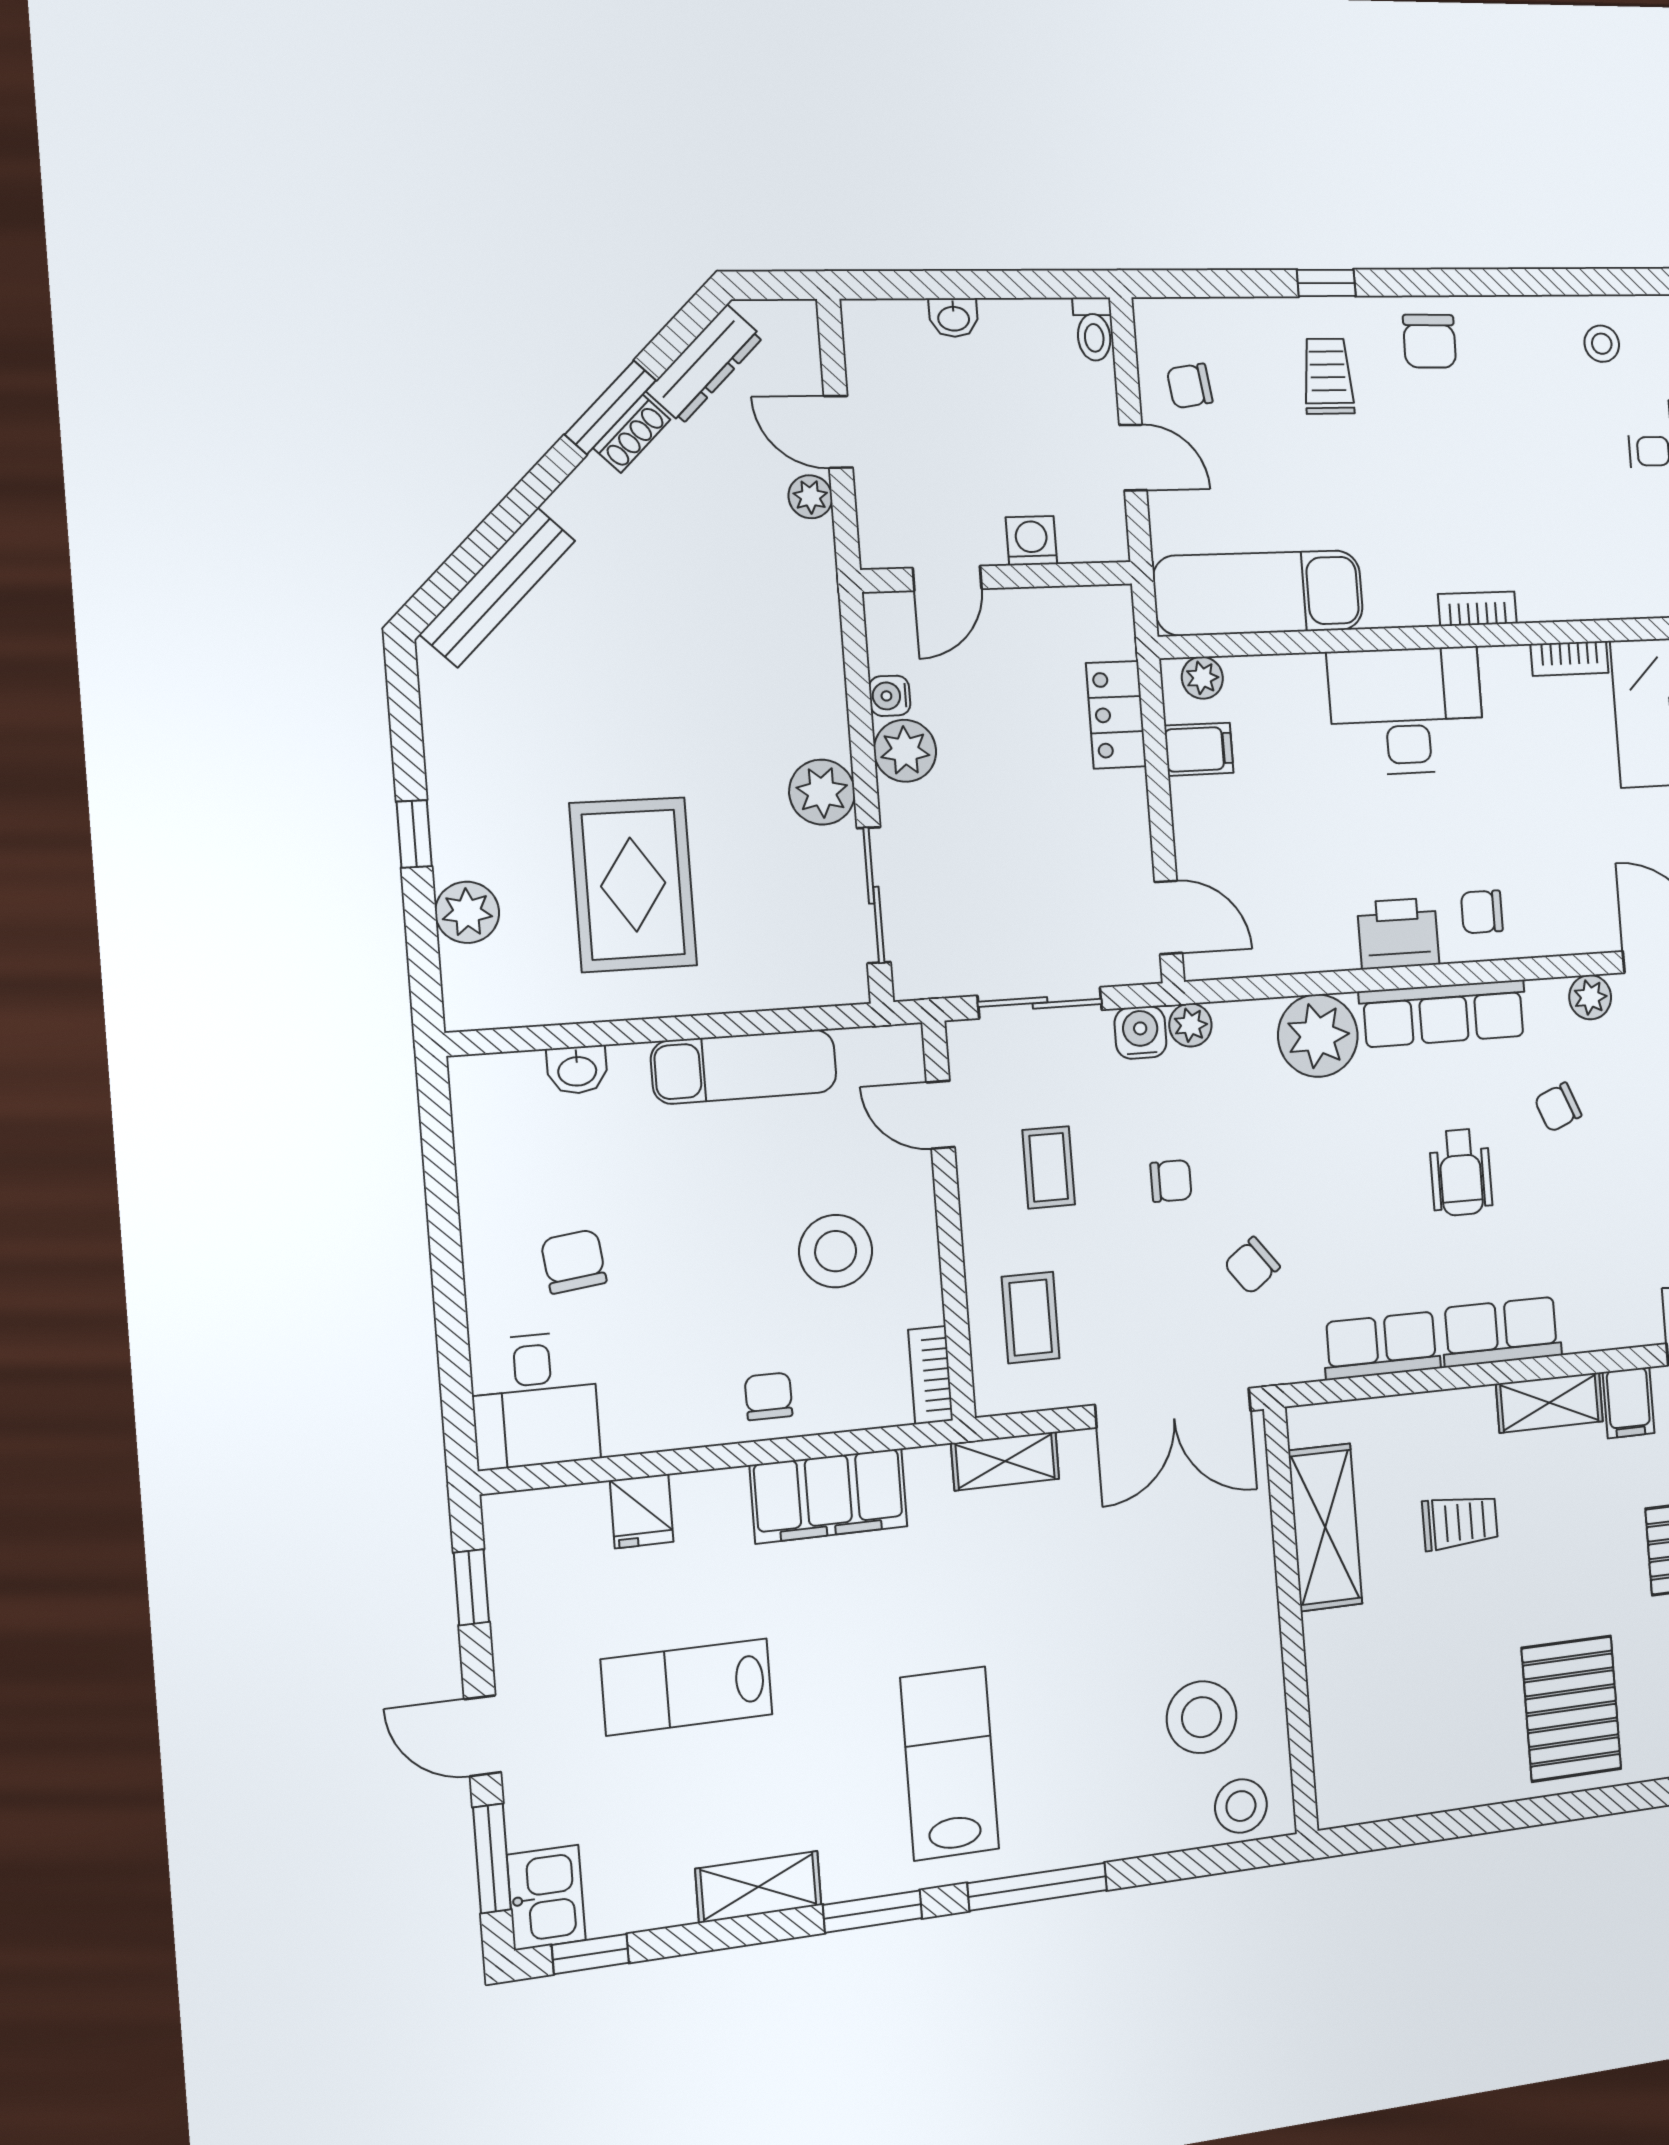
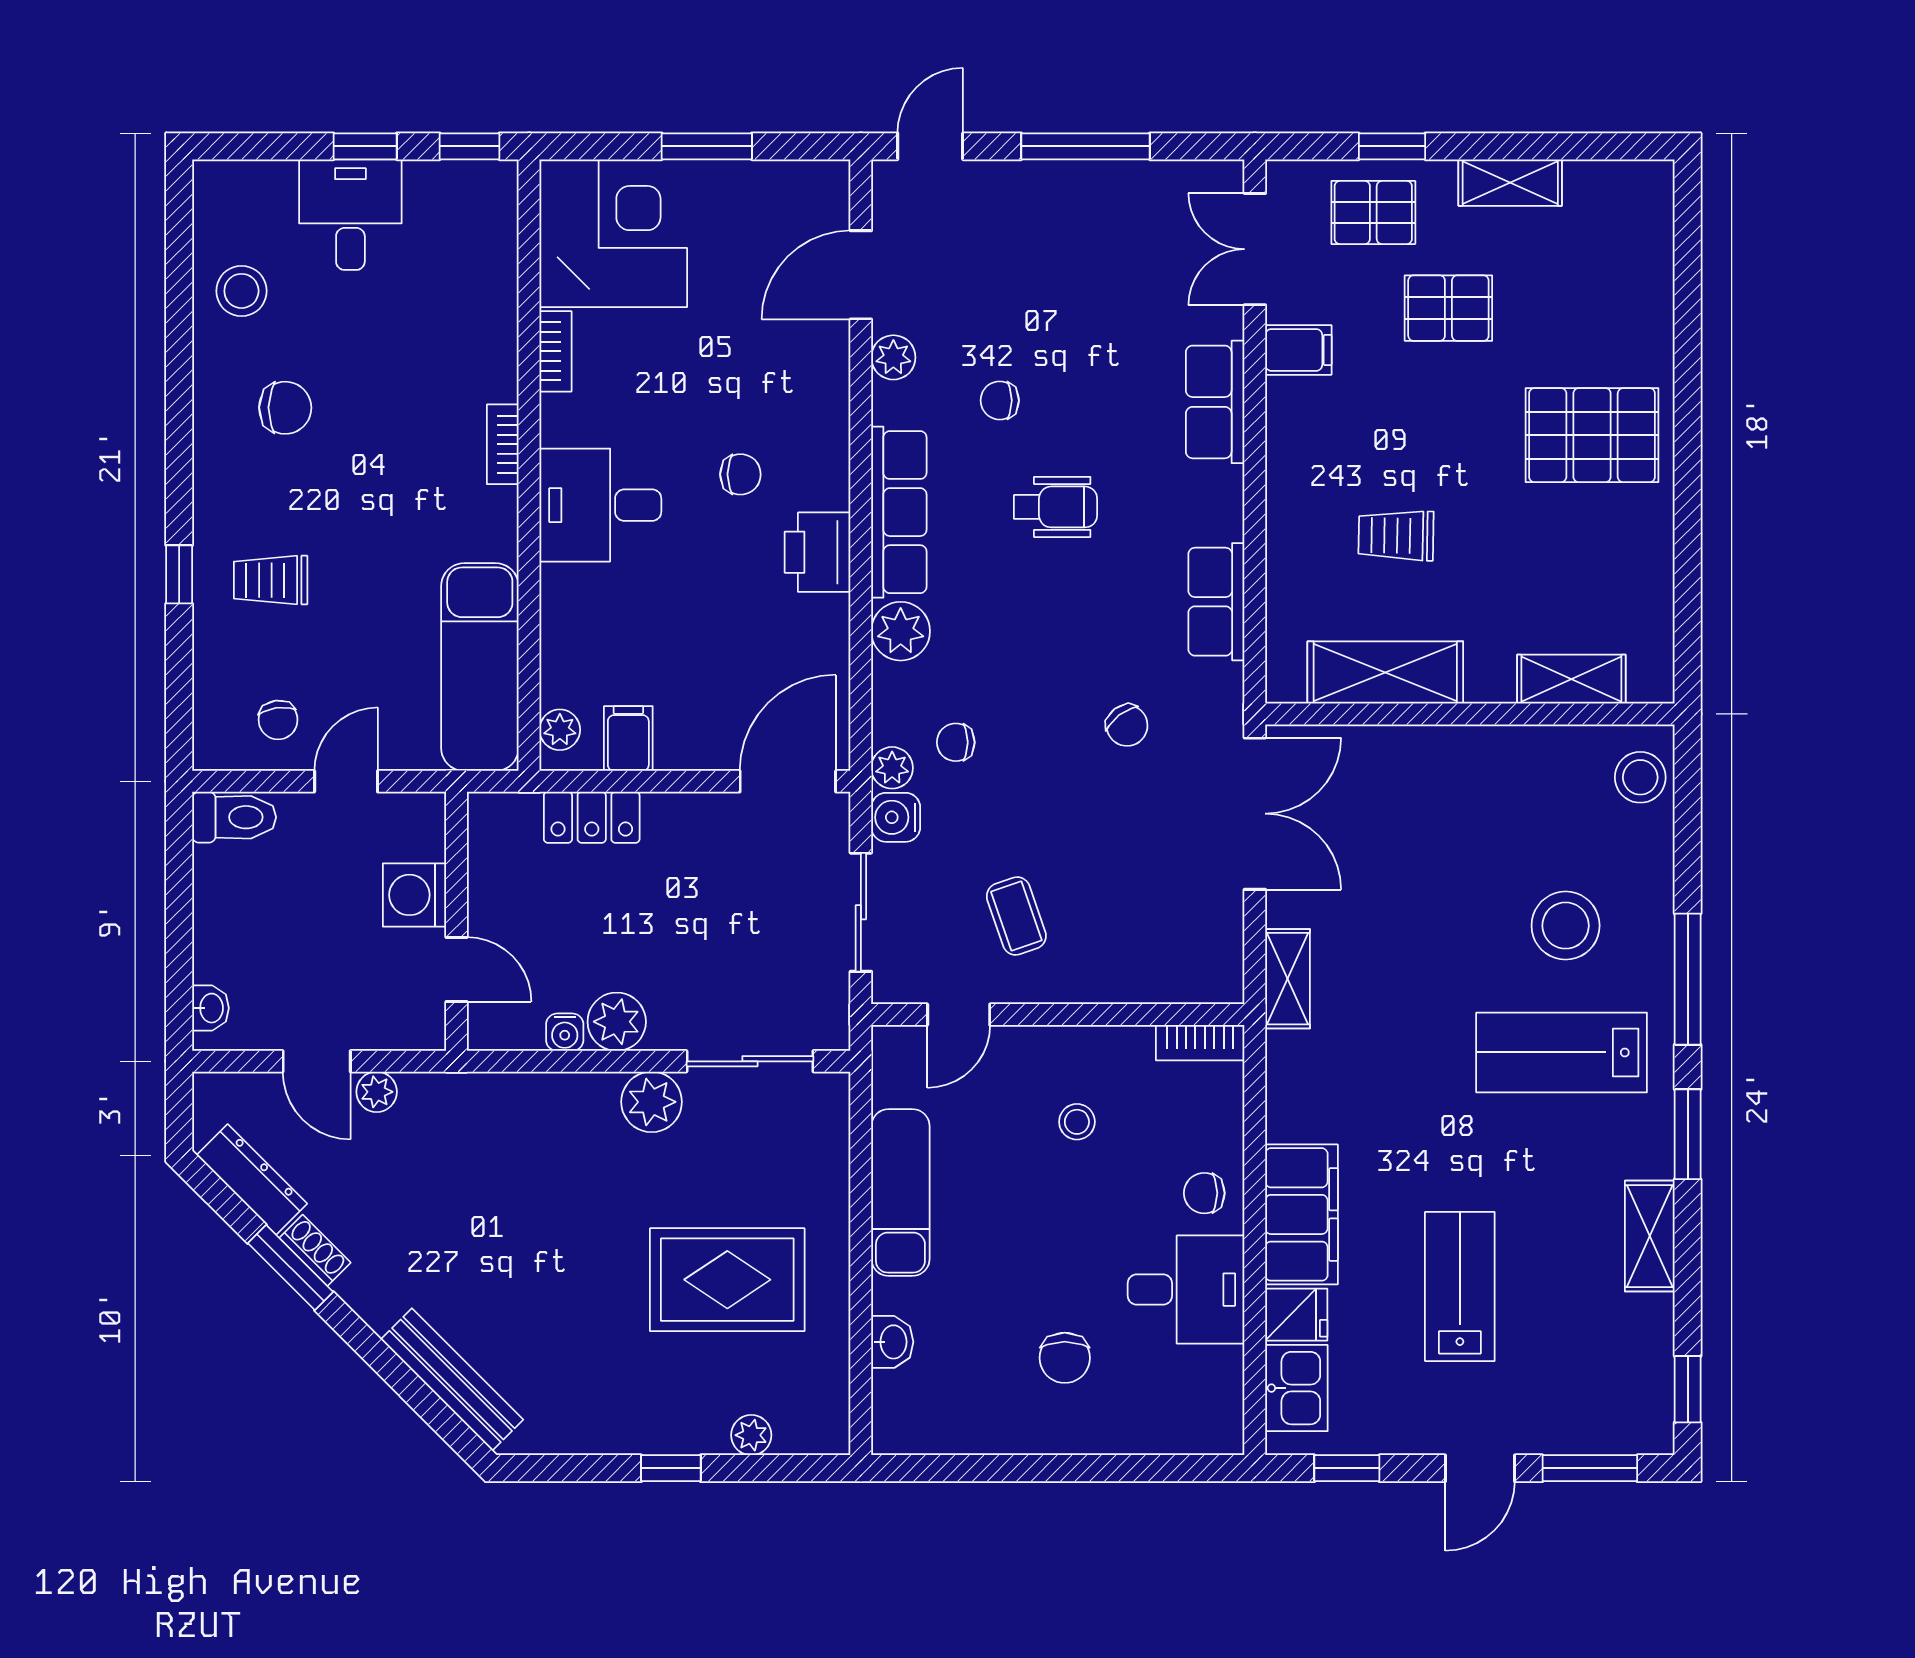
washbasin: (954, 318) -> (210, 1008), moved
toilet: (1094, 329) -> (234, 817), width x1.37, depth x1.39
chair: (1429, 341) -> (285, 408), moved
stool: (1602, 344) -> (241, 291), width x1.37, depth x1.37
door: (838, 432) -> (317, 1061), hinge flipped
washing machine: (1031, 541) -> (414, 895), width x1.38, depth x1.38
desk: (1406, 711) -> (600, 505), width x0.73
plant: (467, 912) -> (751, 1435), width x0.73, depth x0.73
chair: (1482, 912) -> (740, 474), moved, turned -90
door: (1168, 917) -> (788, 781), width x1.38
plant: (1318, 1036) -> (901, 631), width x0.73, depth x0.73
chair: (1558, 1107) -> (1000, 400), turned 112
coffee table: (1049, 1167) -> (1016, 916), turned 71
chair: (1171, 1181) -> (956, 742), moved, turned -90
stool: (836, 1251) -> (1077, 1122), width x0.53, depth x0.53
chair: (574, 1261) -> (1065, 1358), turned -83
coffee table: (1031, 1318) -> (1156, 944), removed
row of seats: (1501, 1332) -> (1215, 402), moved
desk: (535, 1400) -> (1186, 1290), moved
shelving: (1549, 1403) -> (1571, 679), moved, turned 90
filing cabinet: (829, 1496) -> (1301, 1214), moved
trolley: (1460, 1522) -> (1396, 536), turned -89
lab bench: (687, 1687) -> (1460, 1286), turned 180
stool: (1202, 1717) -> (1566, 926), moved
kitchen sink: (546, 1898) -> (1296, 1388), moved, turned 90

